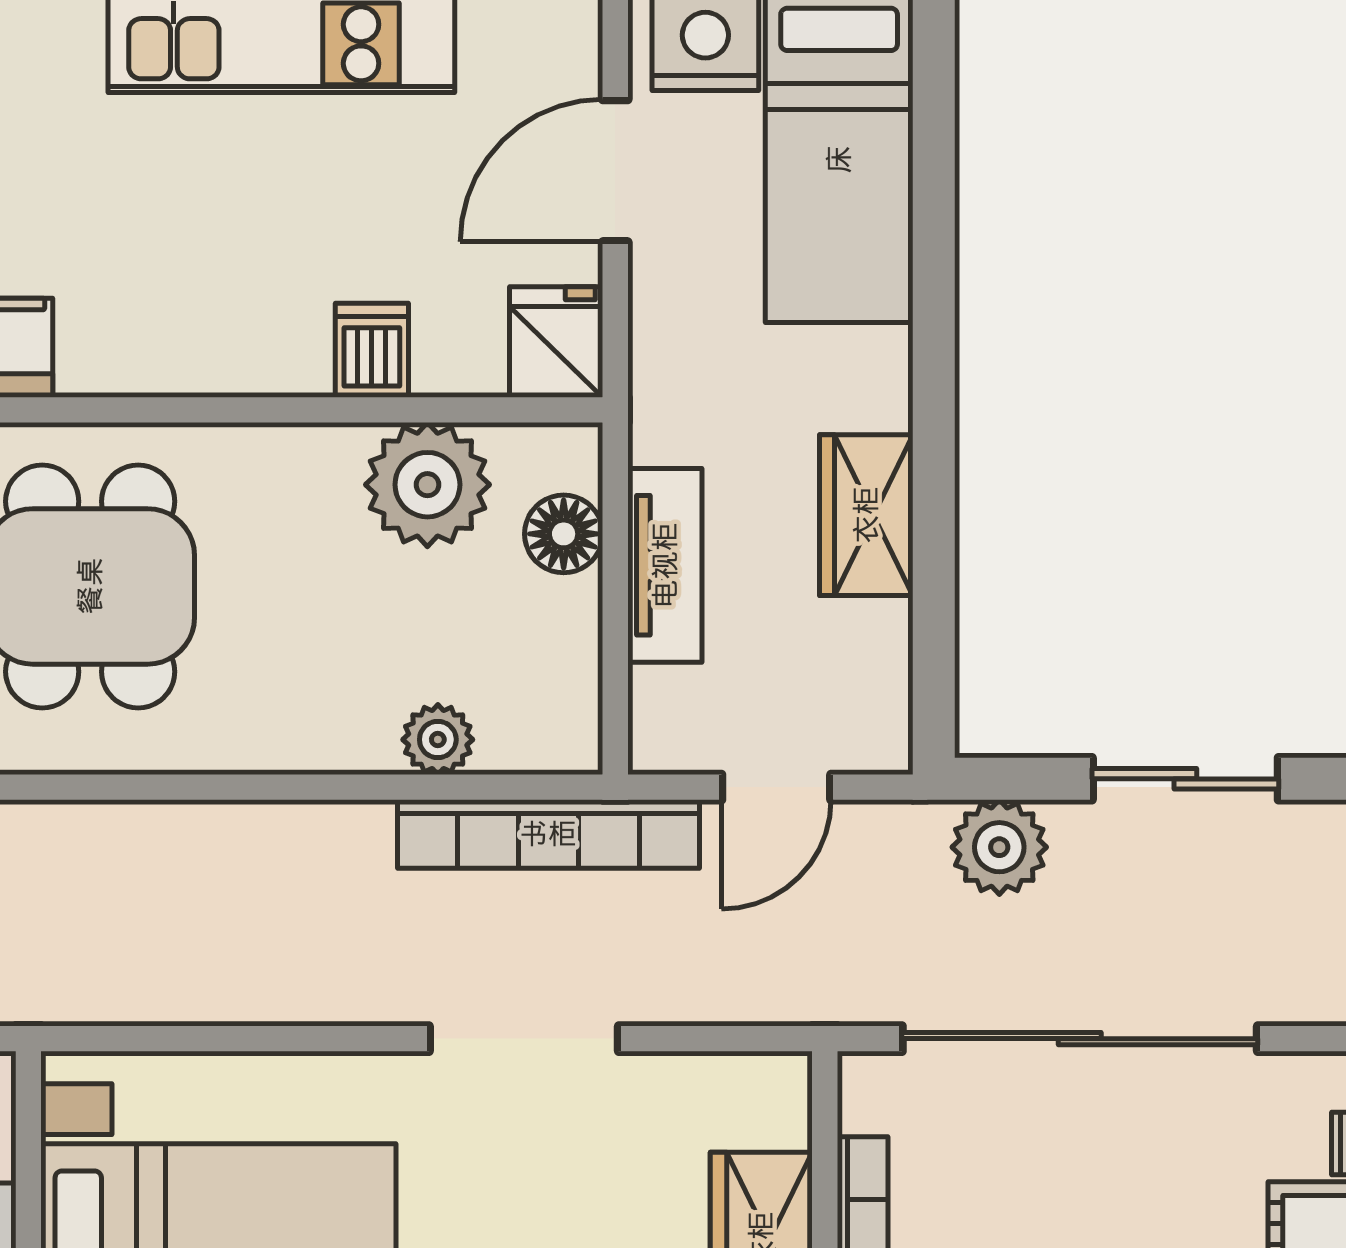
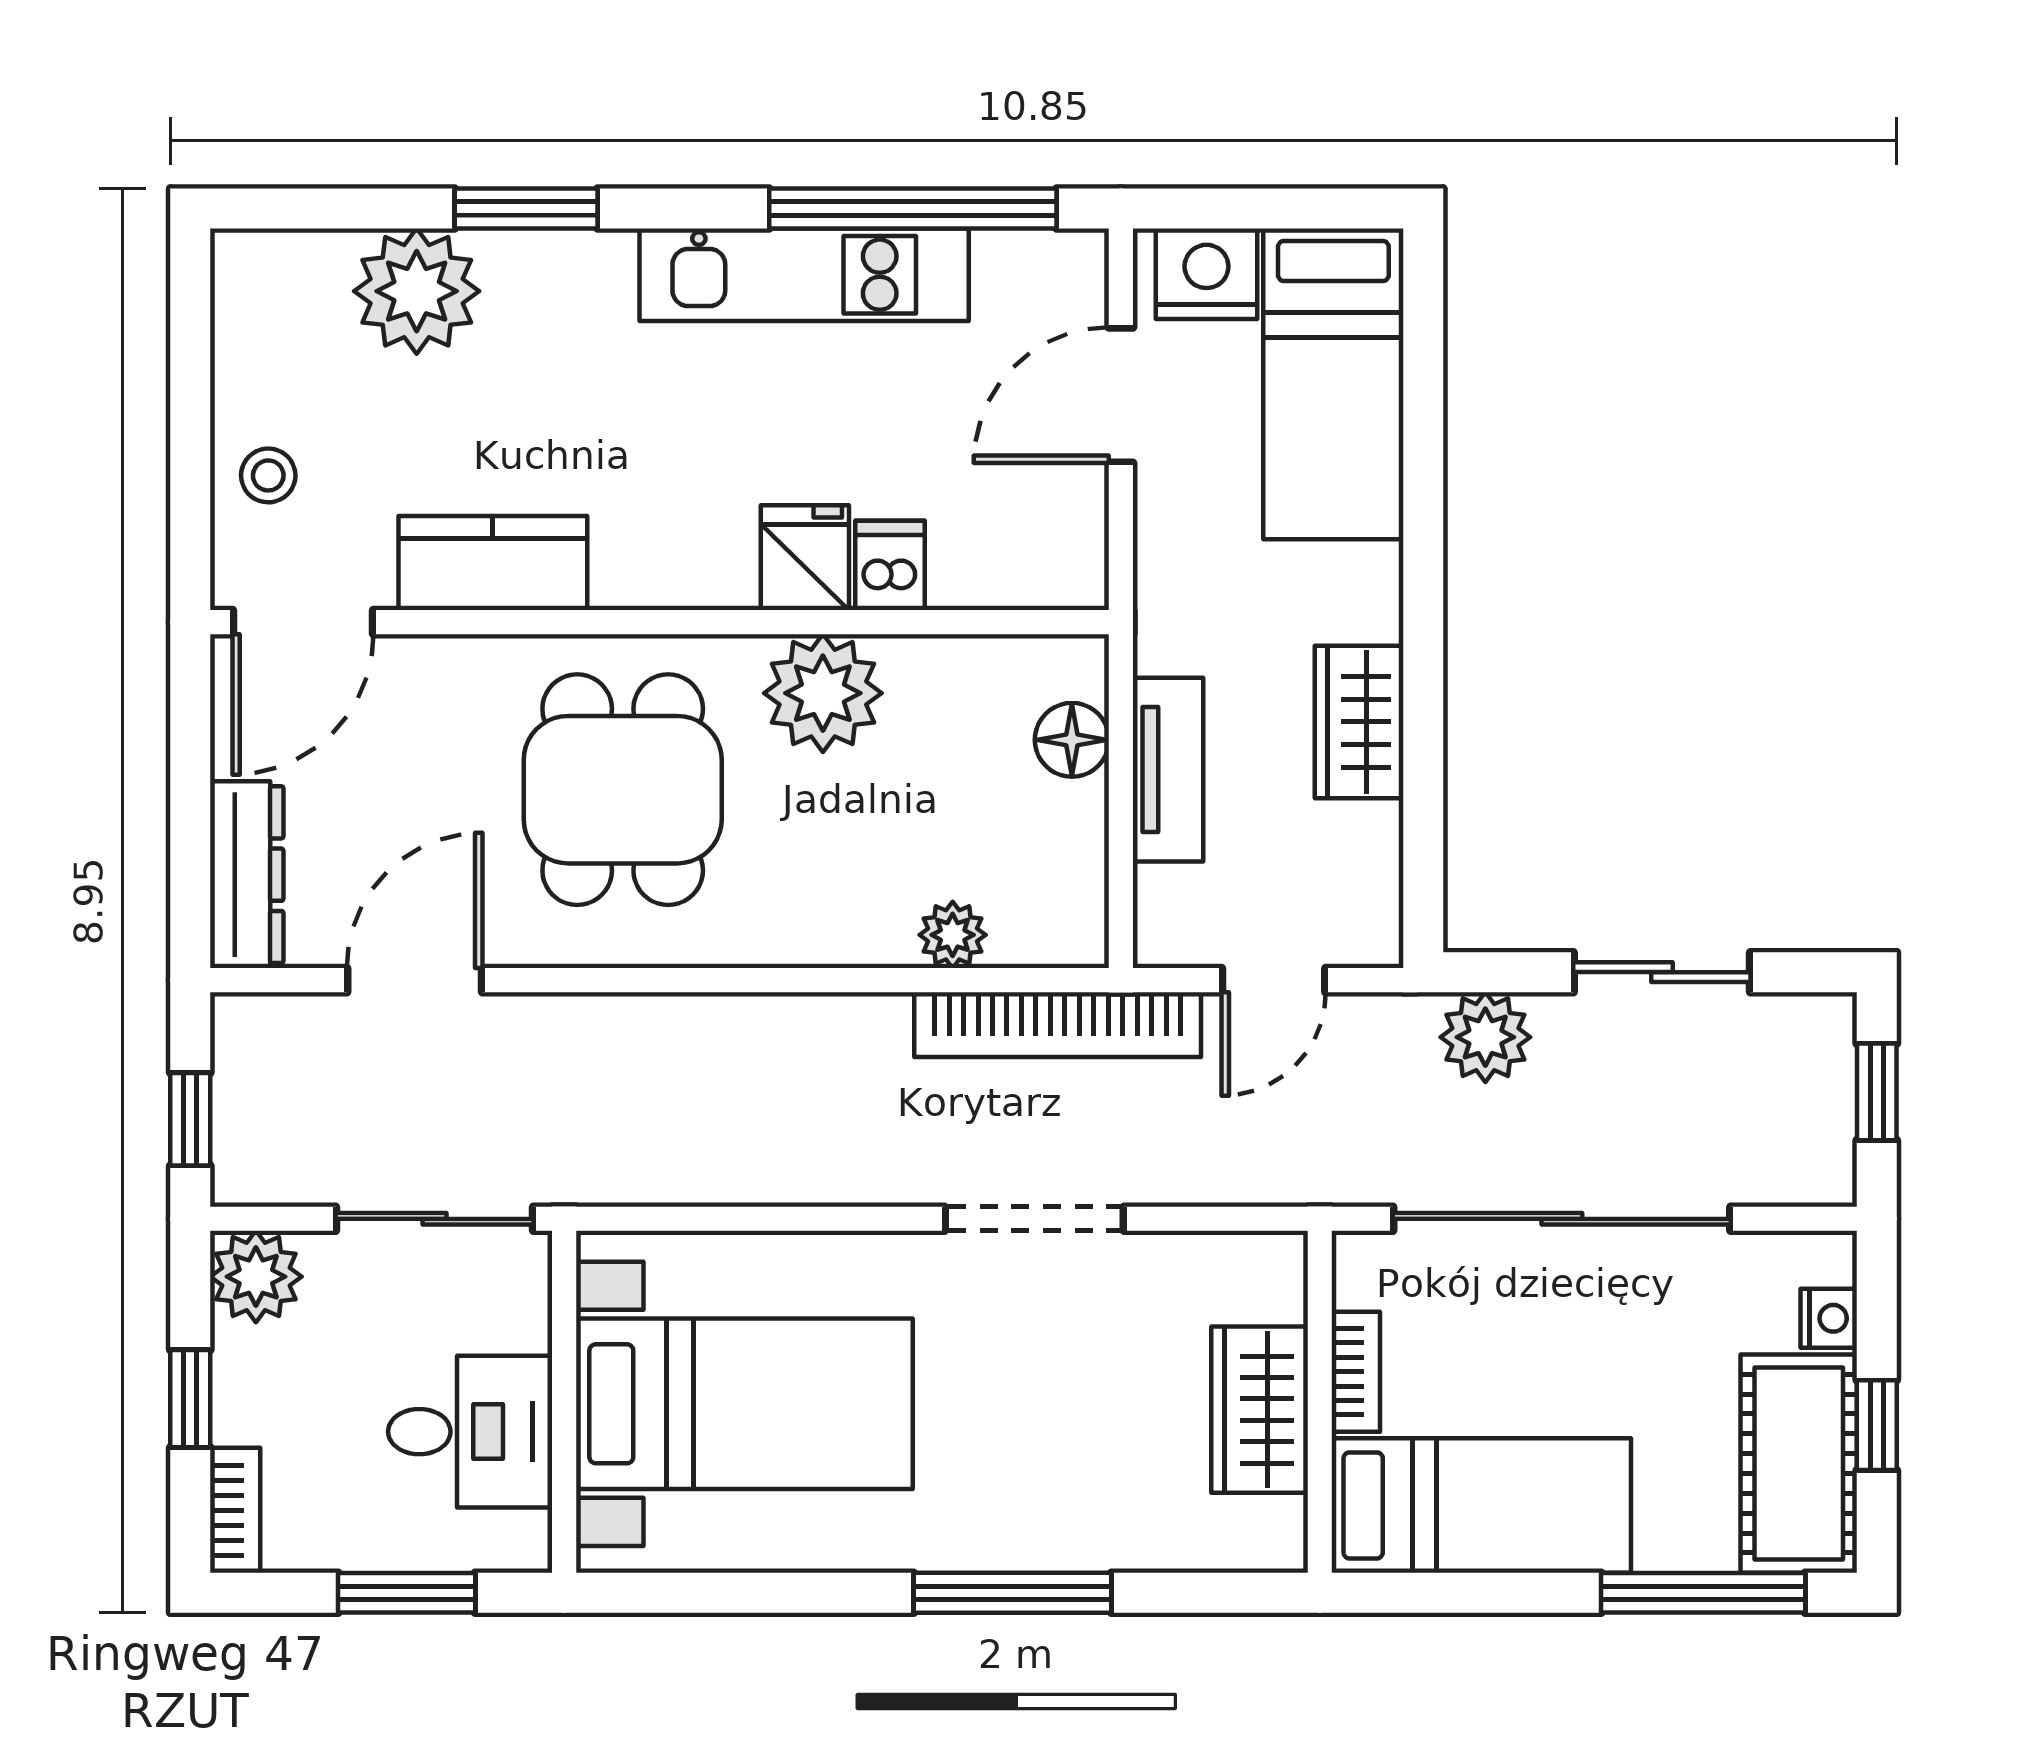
fridge: (556, 342) -> (805, 558), moved
plant: (427, 485) -> (823, 693), moved

